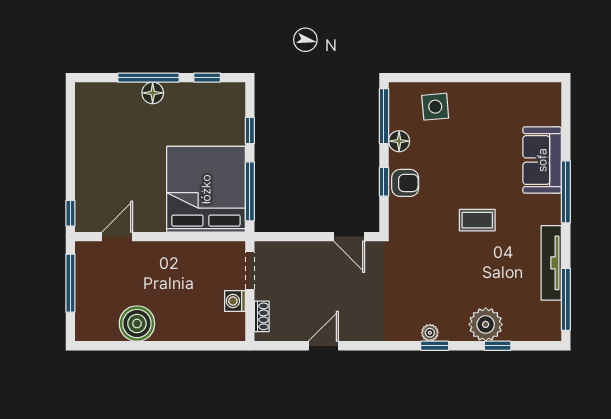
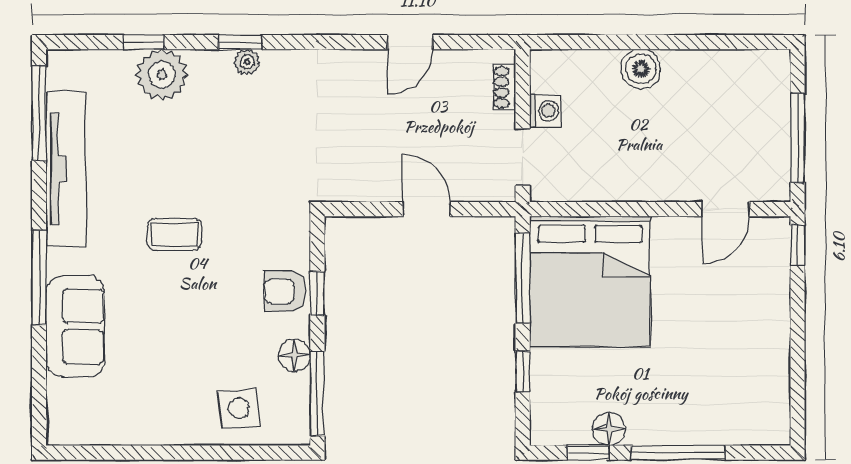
floor lamp: (153, 93) -> (609, 429), moved
door: (349, 237) -> (426, 209), moved
tv unit: (551, 263) -> (66, 169), width x1.36, depth x1.29
boiler: (137, 324) -> (641, 69), moved, width x0.73, depth x0.73

